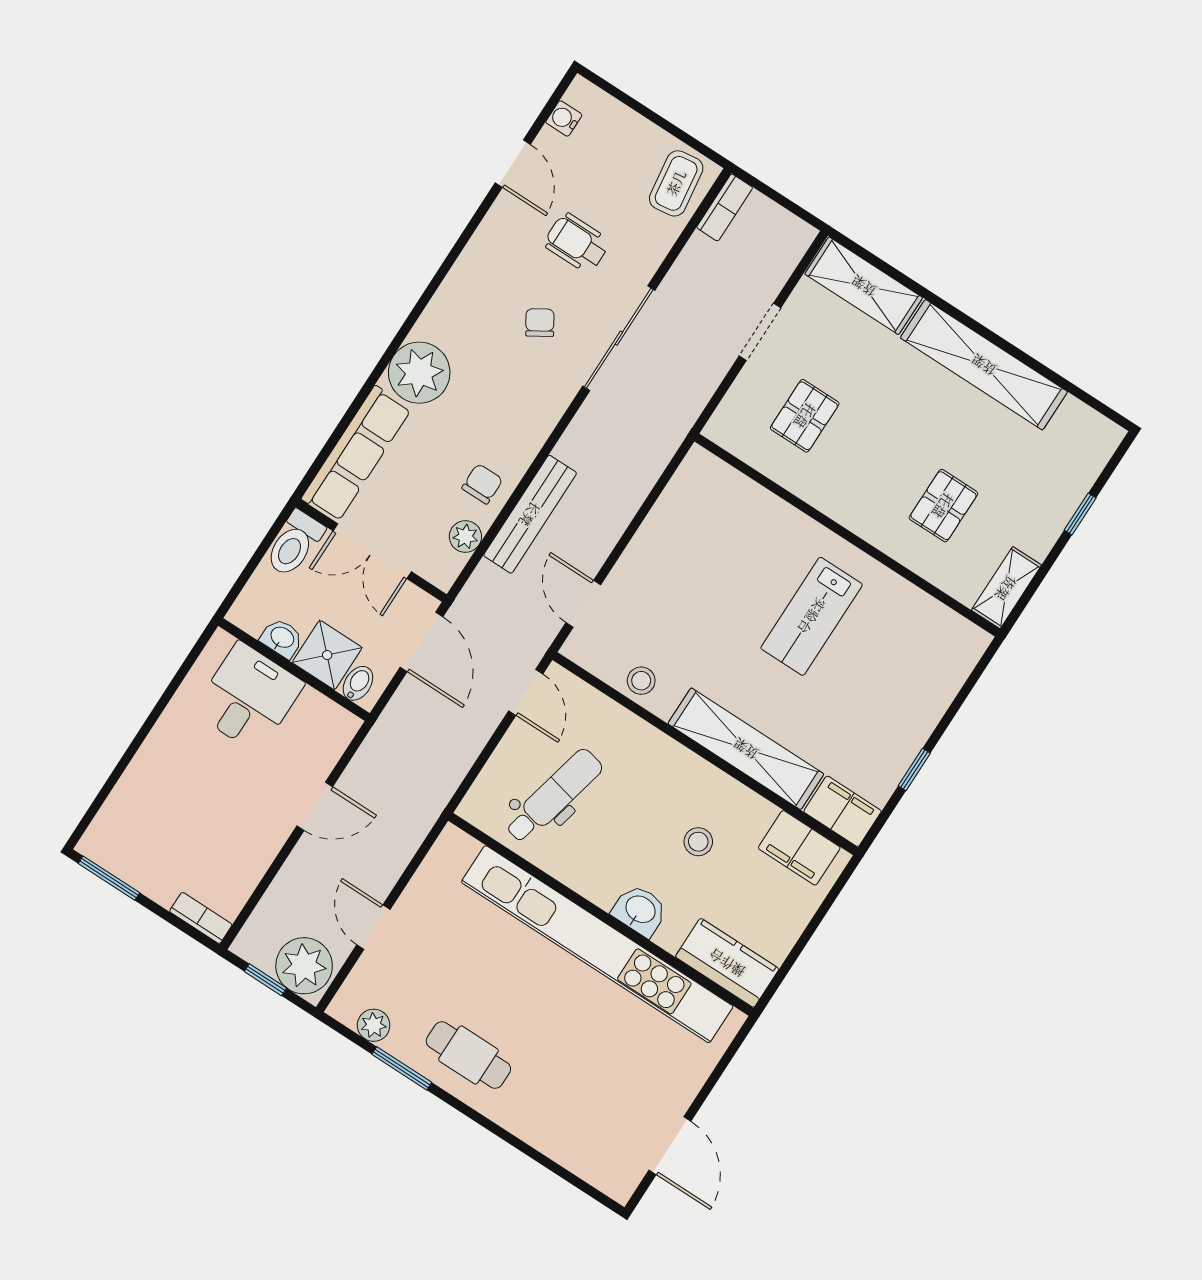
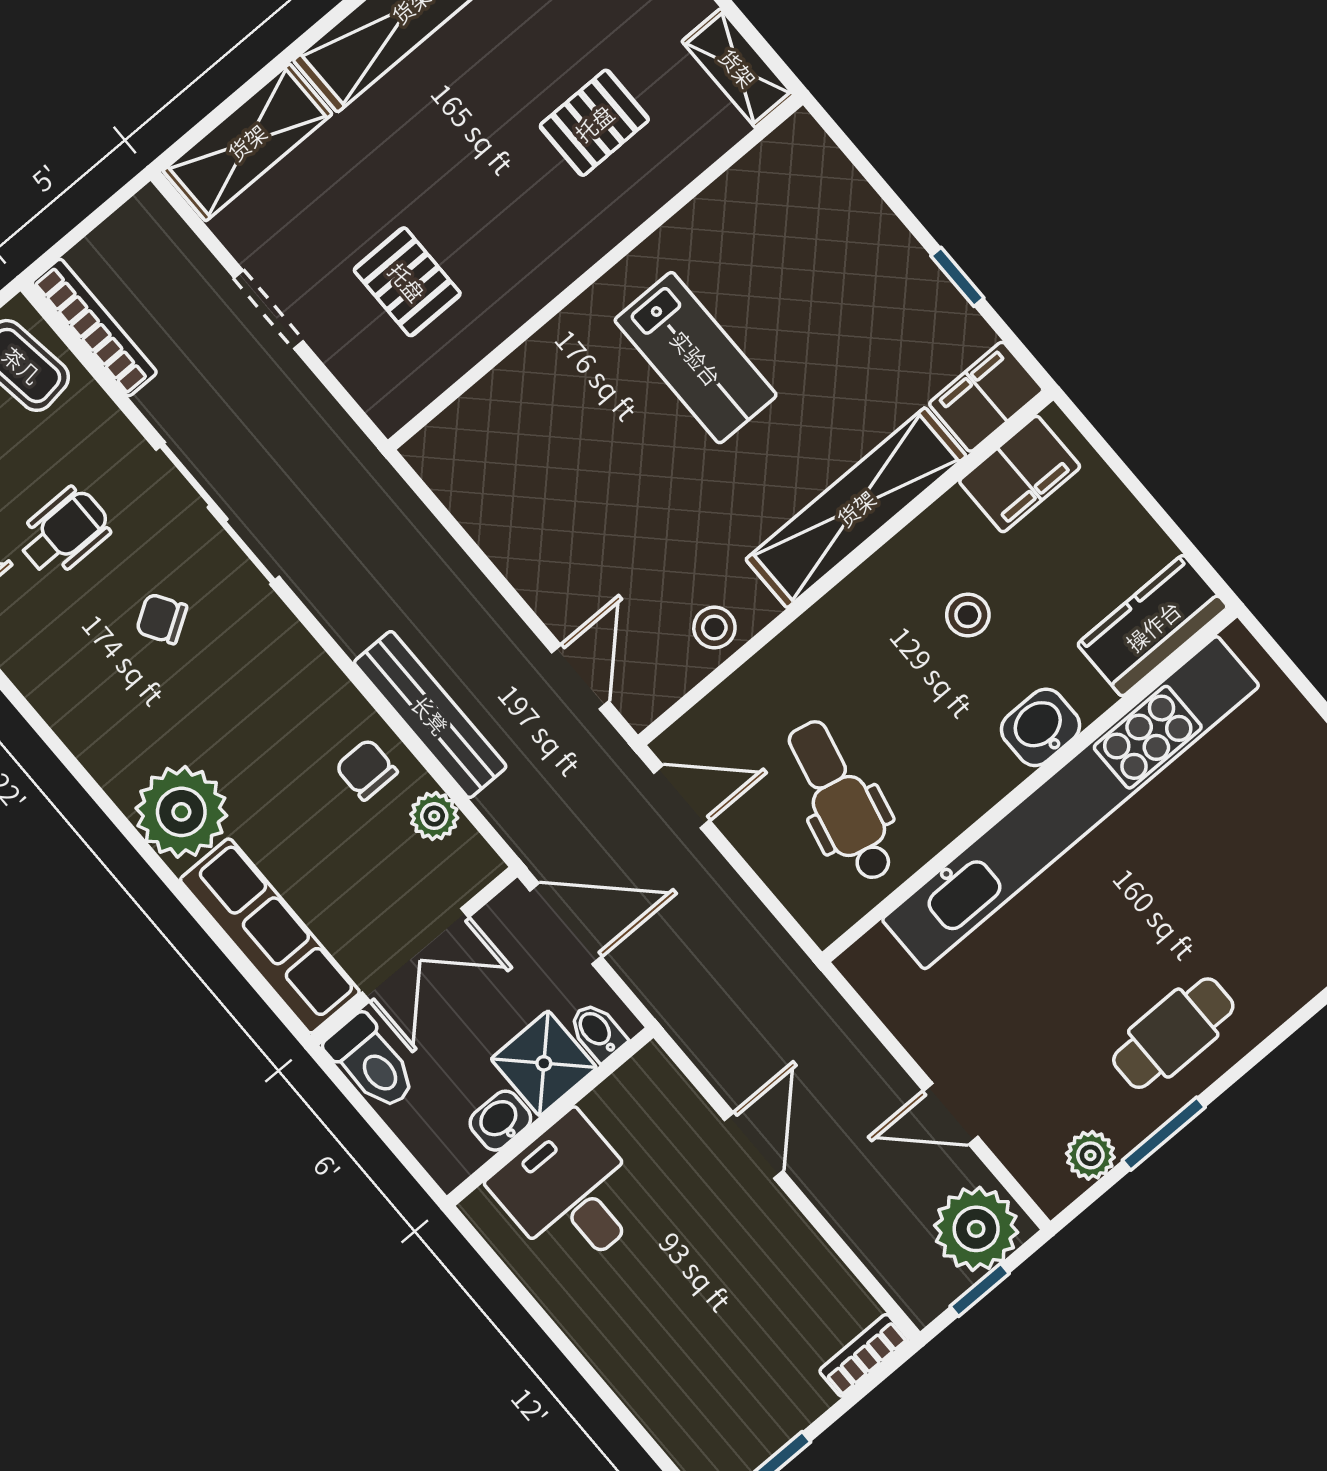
bookcase: (725, 207) -> (94, 327), width x1.56
wheelchair: (577, 243) -> (64, 532), turned 180
pallet: (943, 506) -> (594, 123), turned 90
door: (583, 604) -> (580, 677), swing flipped

